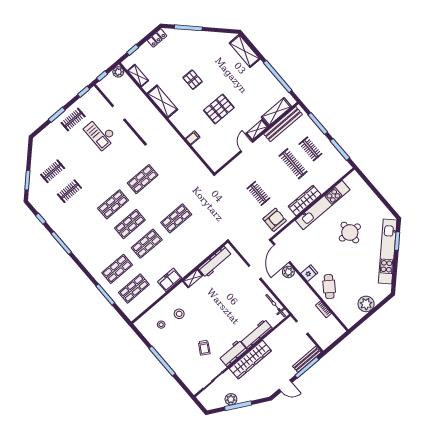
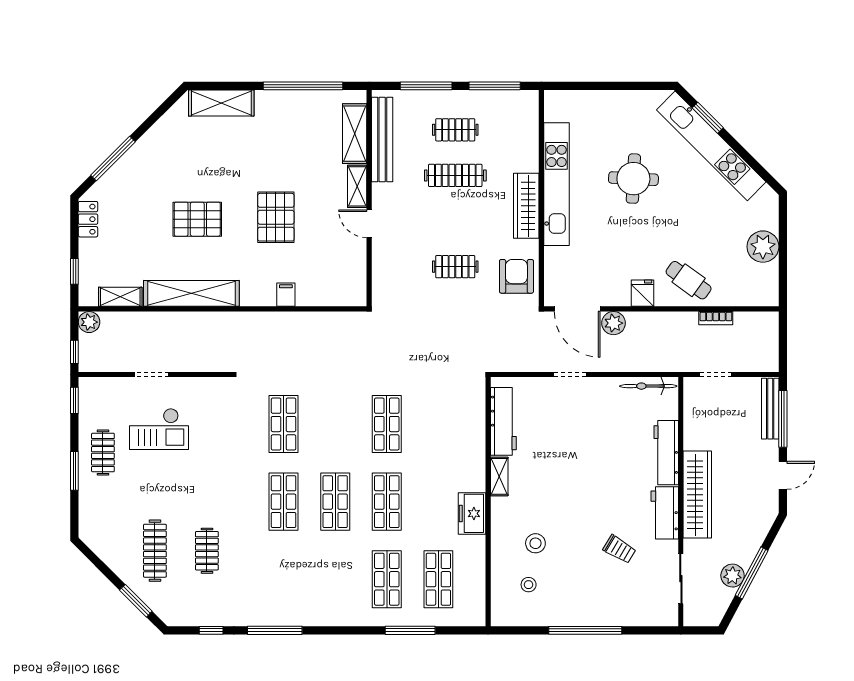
pallet: (193, 80) -> (197, 219), width x1.50, depth x1.42
shelving: (162, 102) -> (191, 293), width x1.47
clothes rail: (53, 171) -> (155, 551), width x1.36

